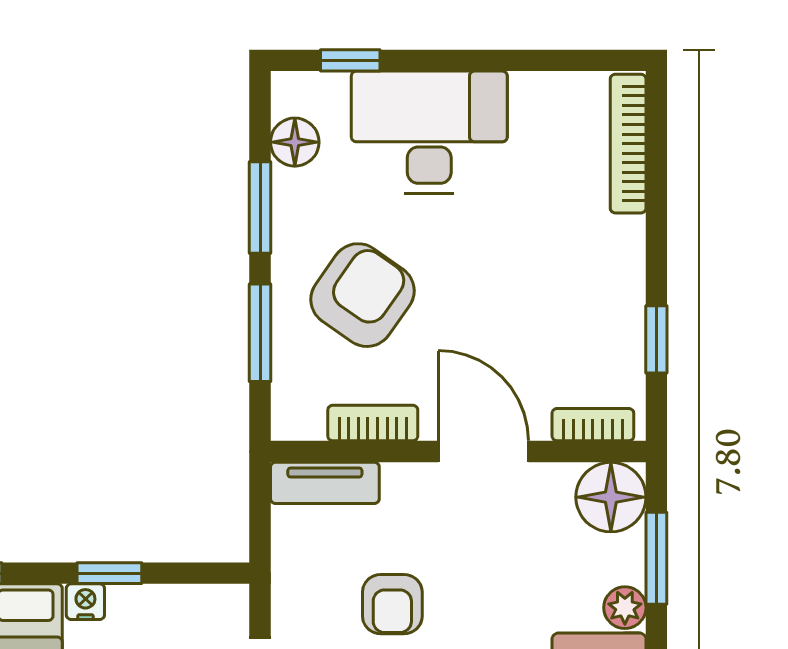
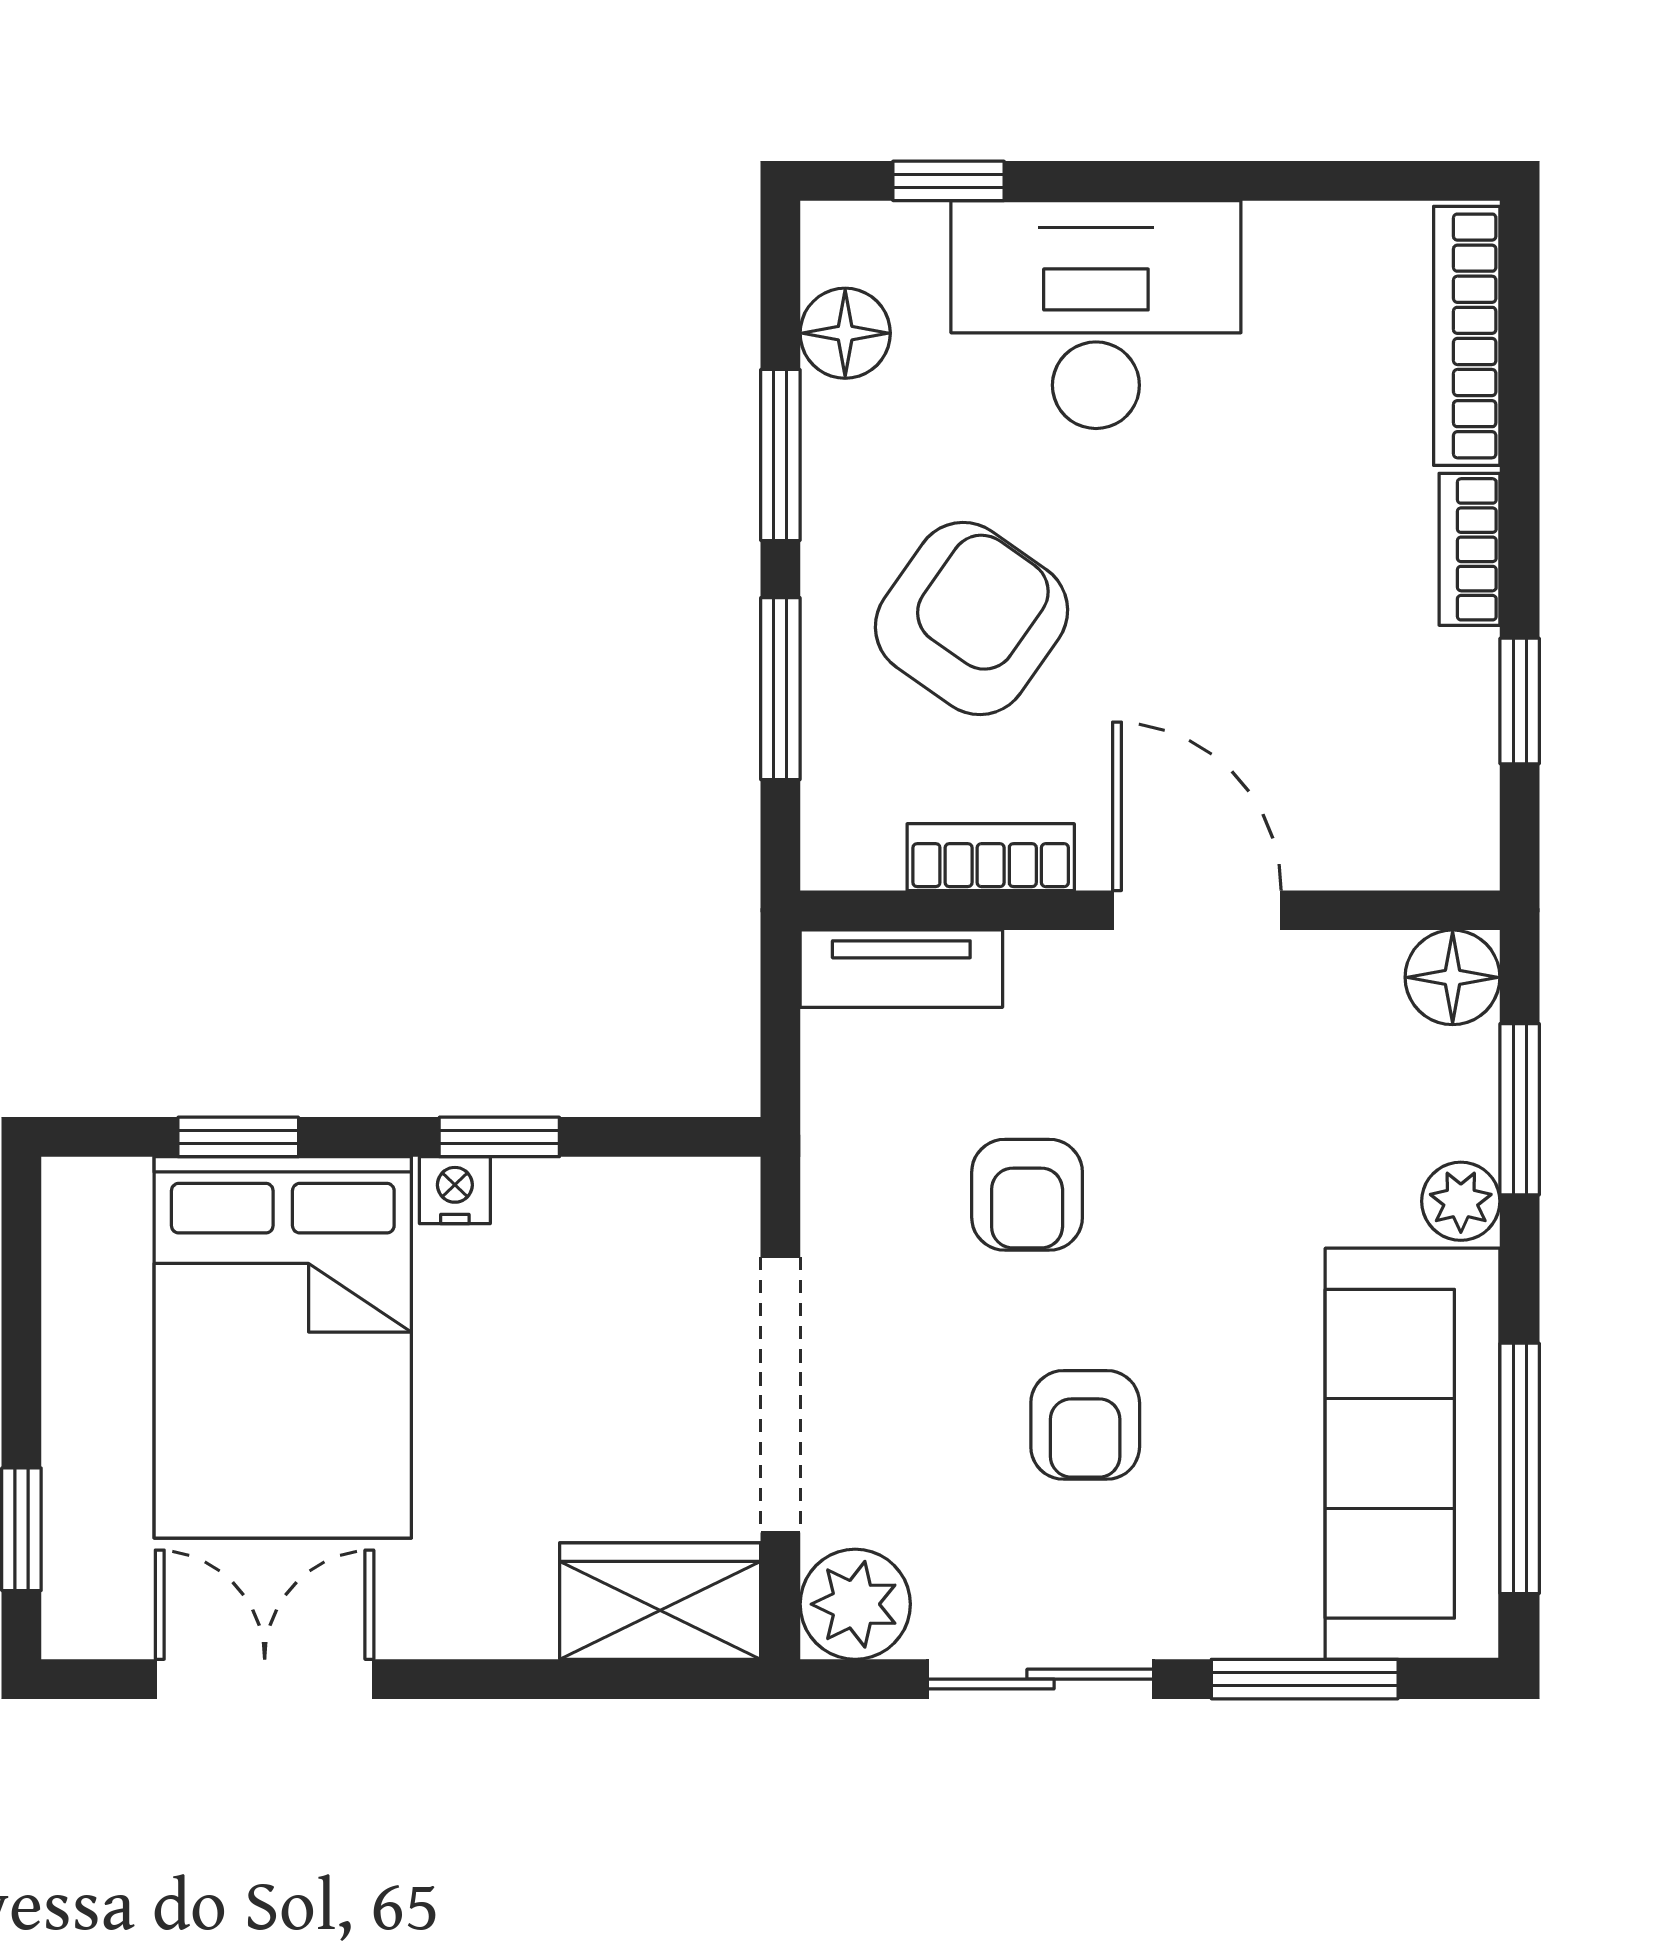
bookcase: (593, 425) -> (1469, 549), moved, turned -90
floor lamp: (611, 497) -> (1453, 977), width x0.73, depth x0.73

